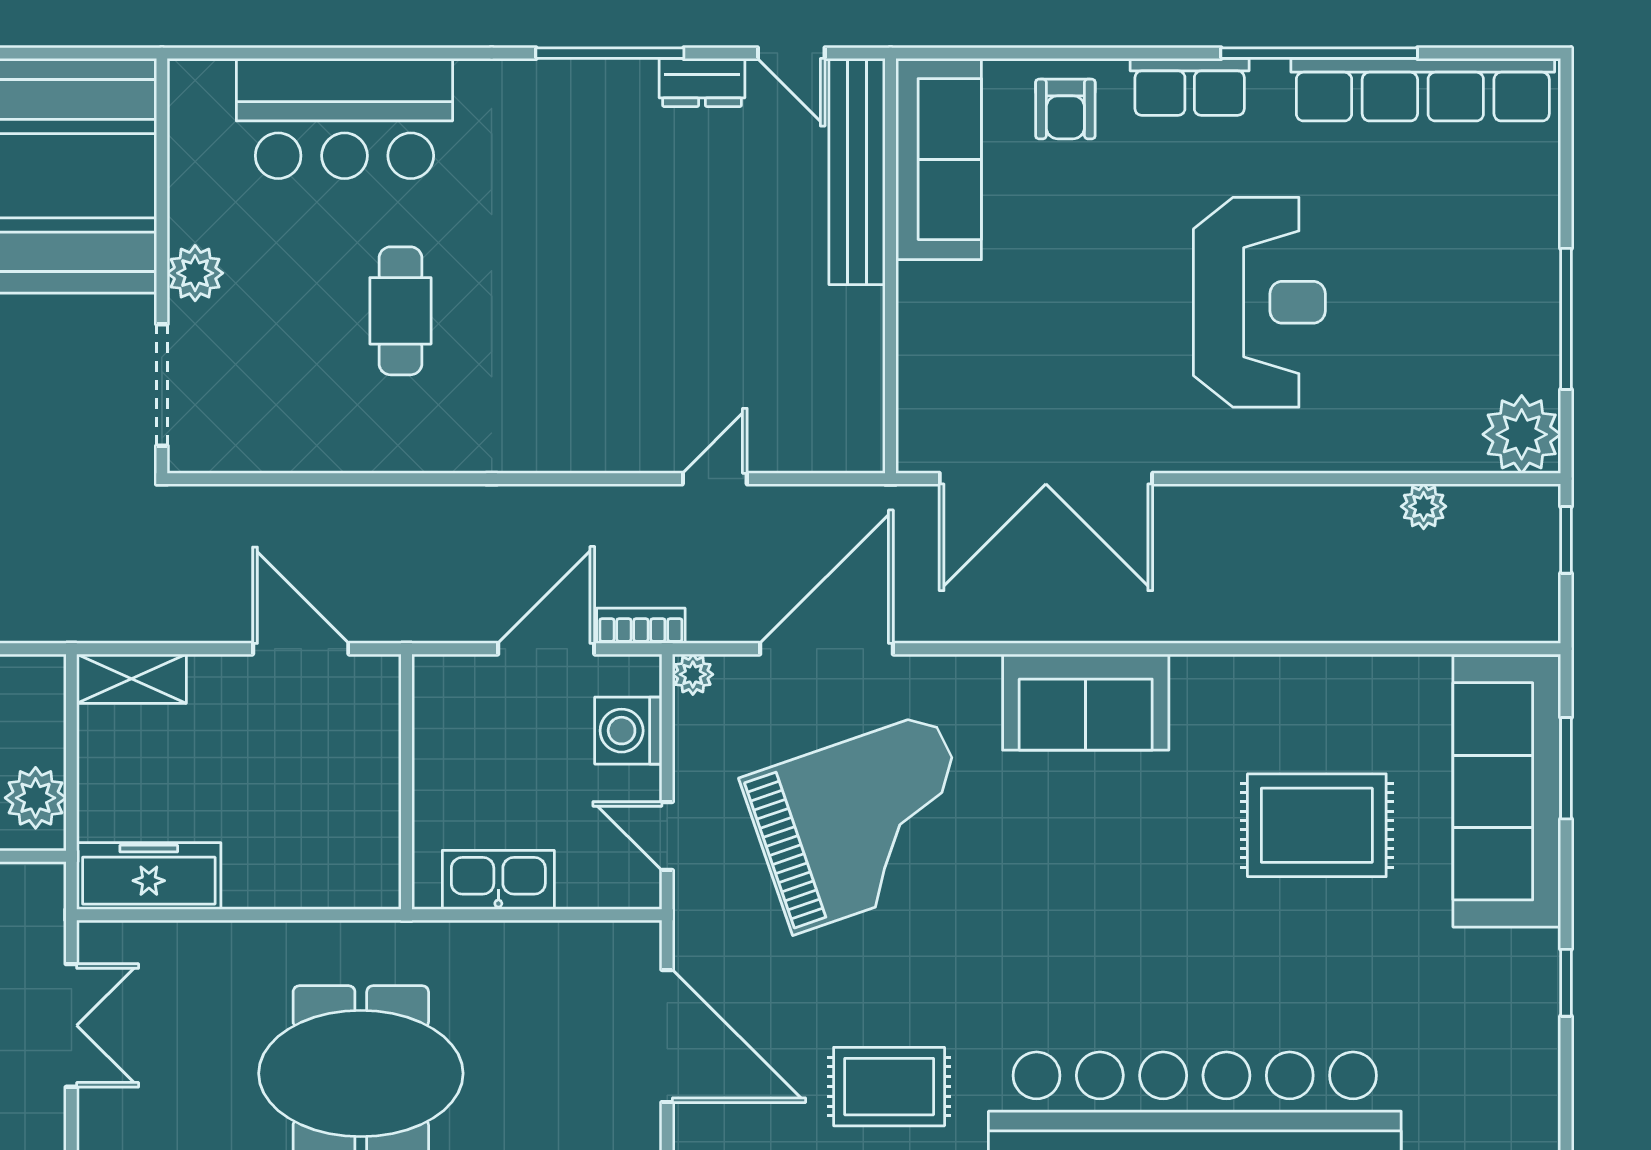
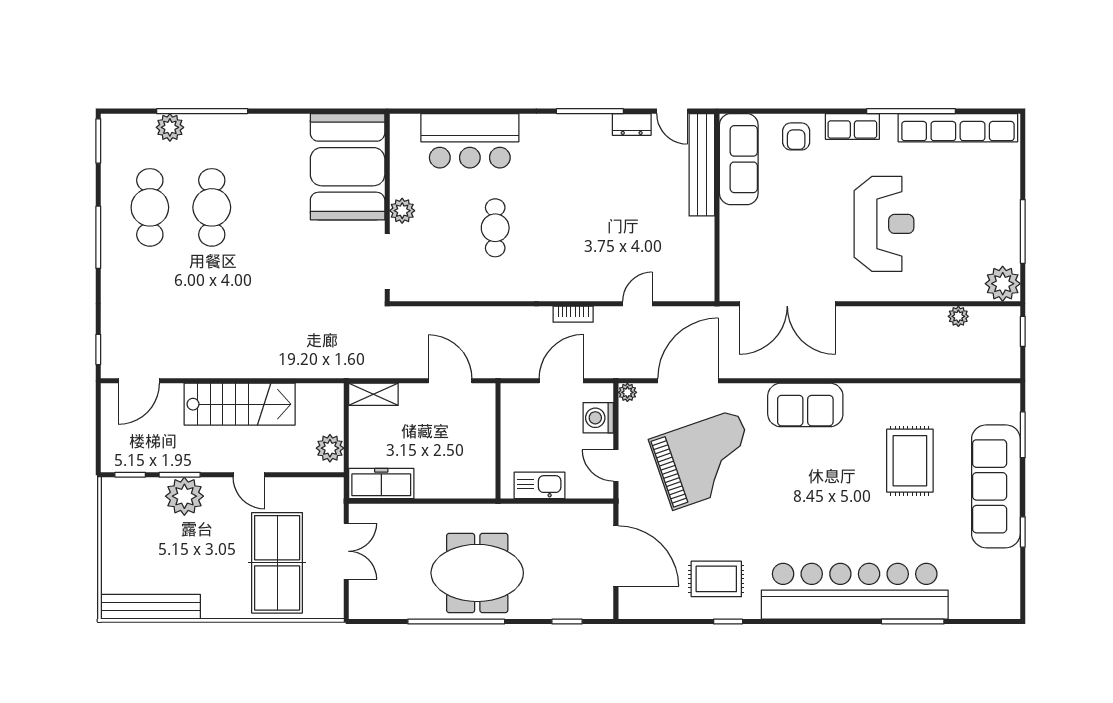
bookcase: (641, 626) -> (573, 314), moved, turned 180
sofa: (1507, 791) -> (996, 486), moved
rug: (1317, 825) -> (910, 461), turned 90

